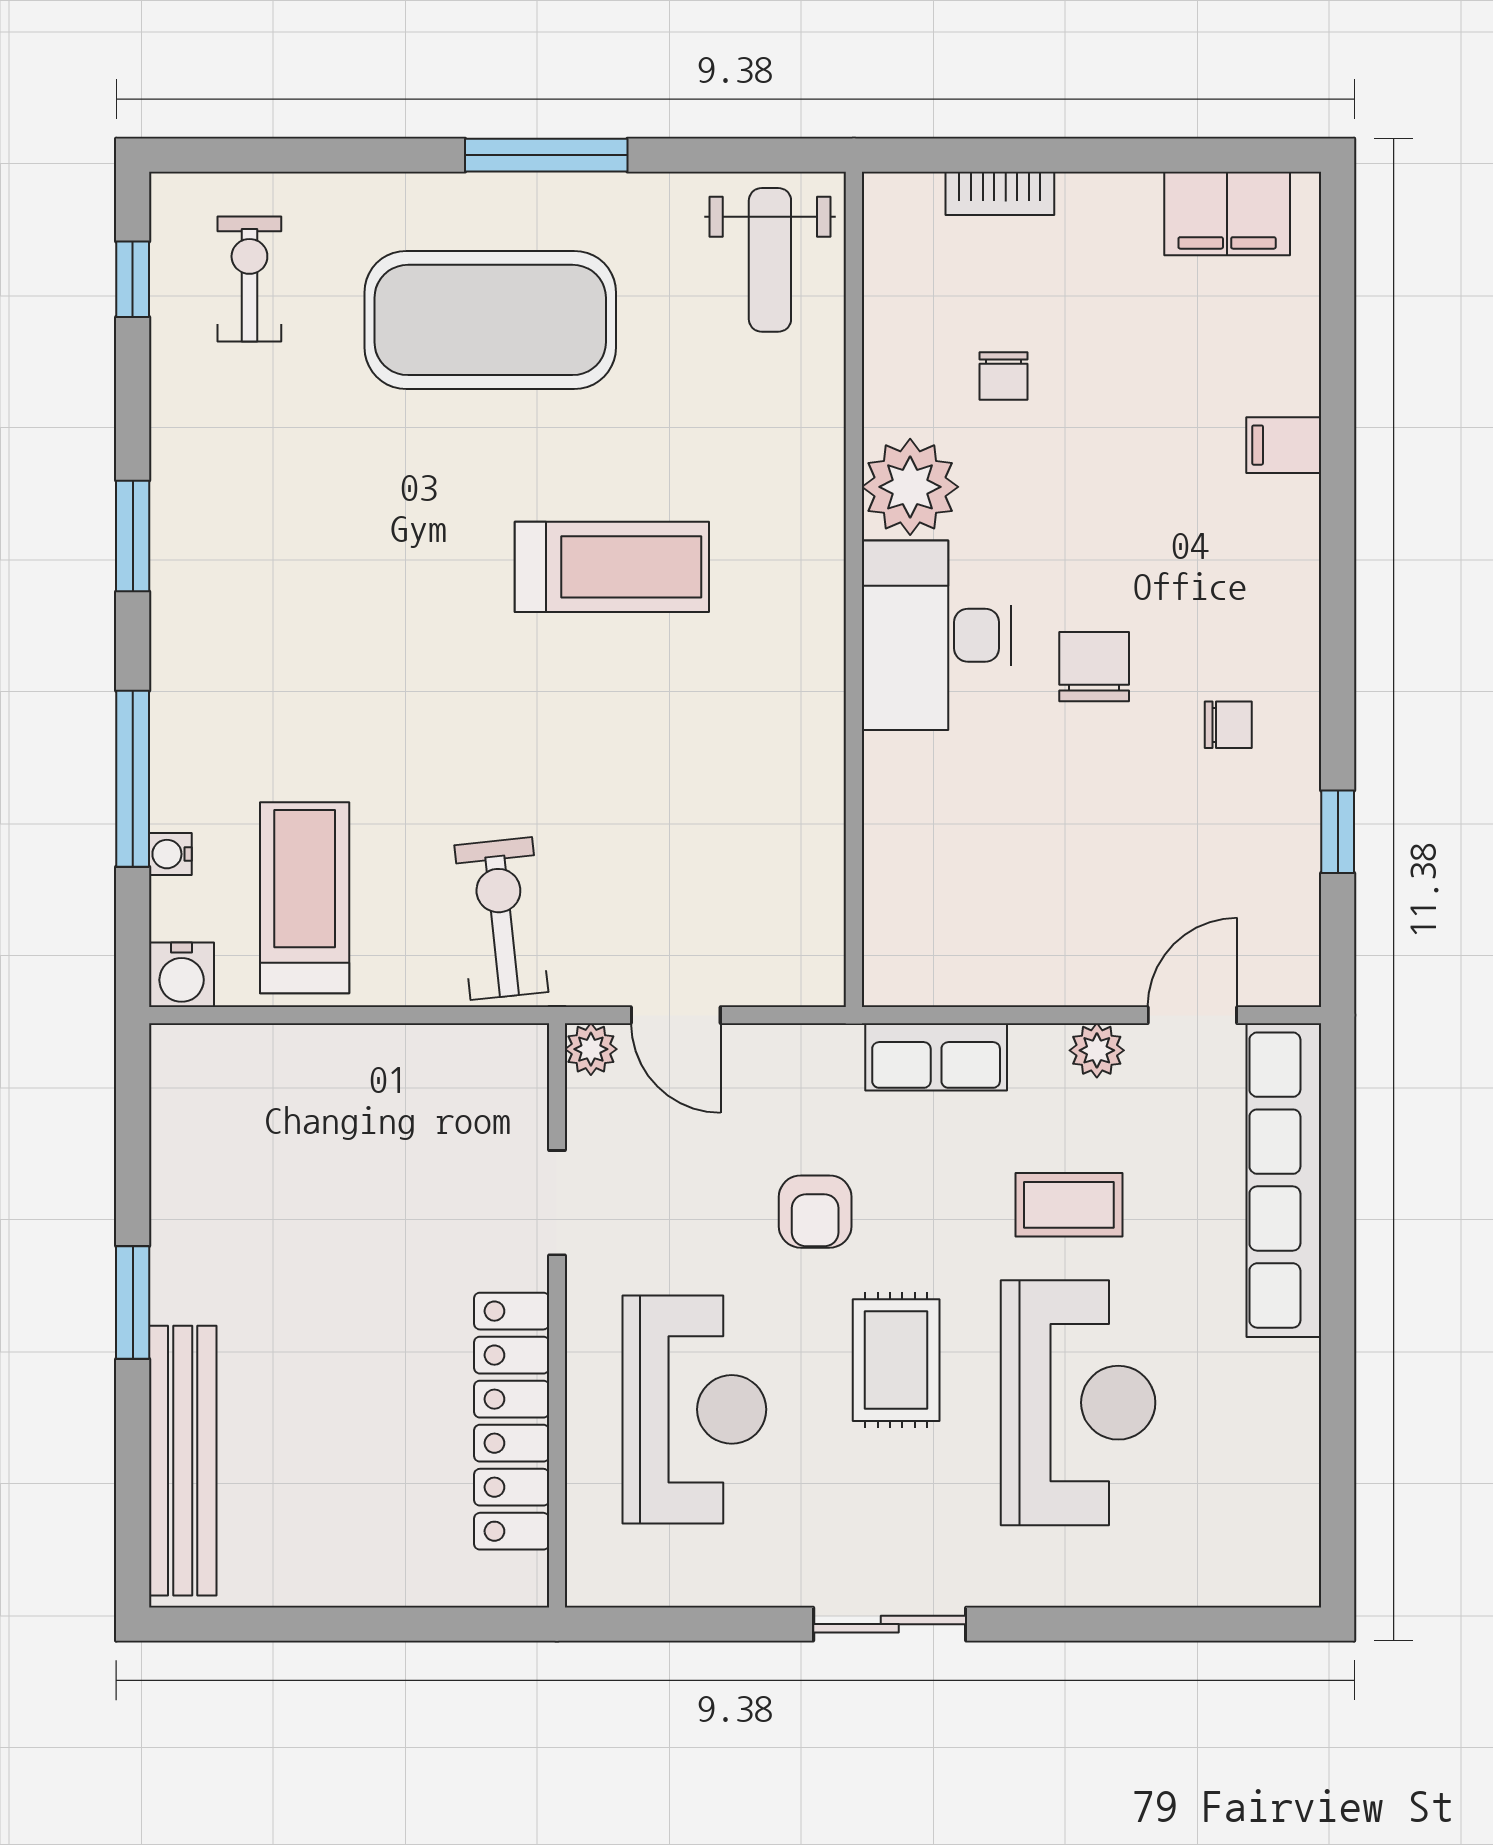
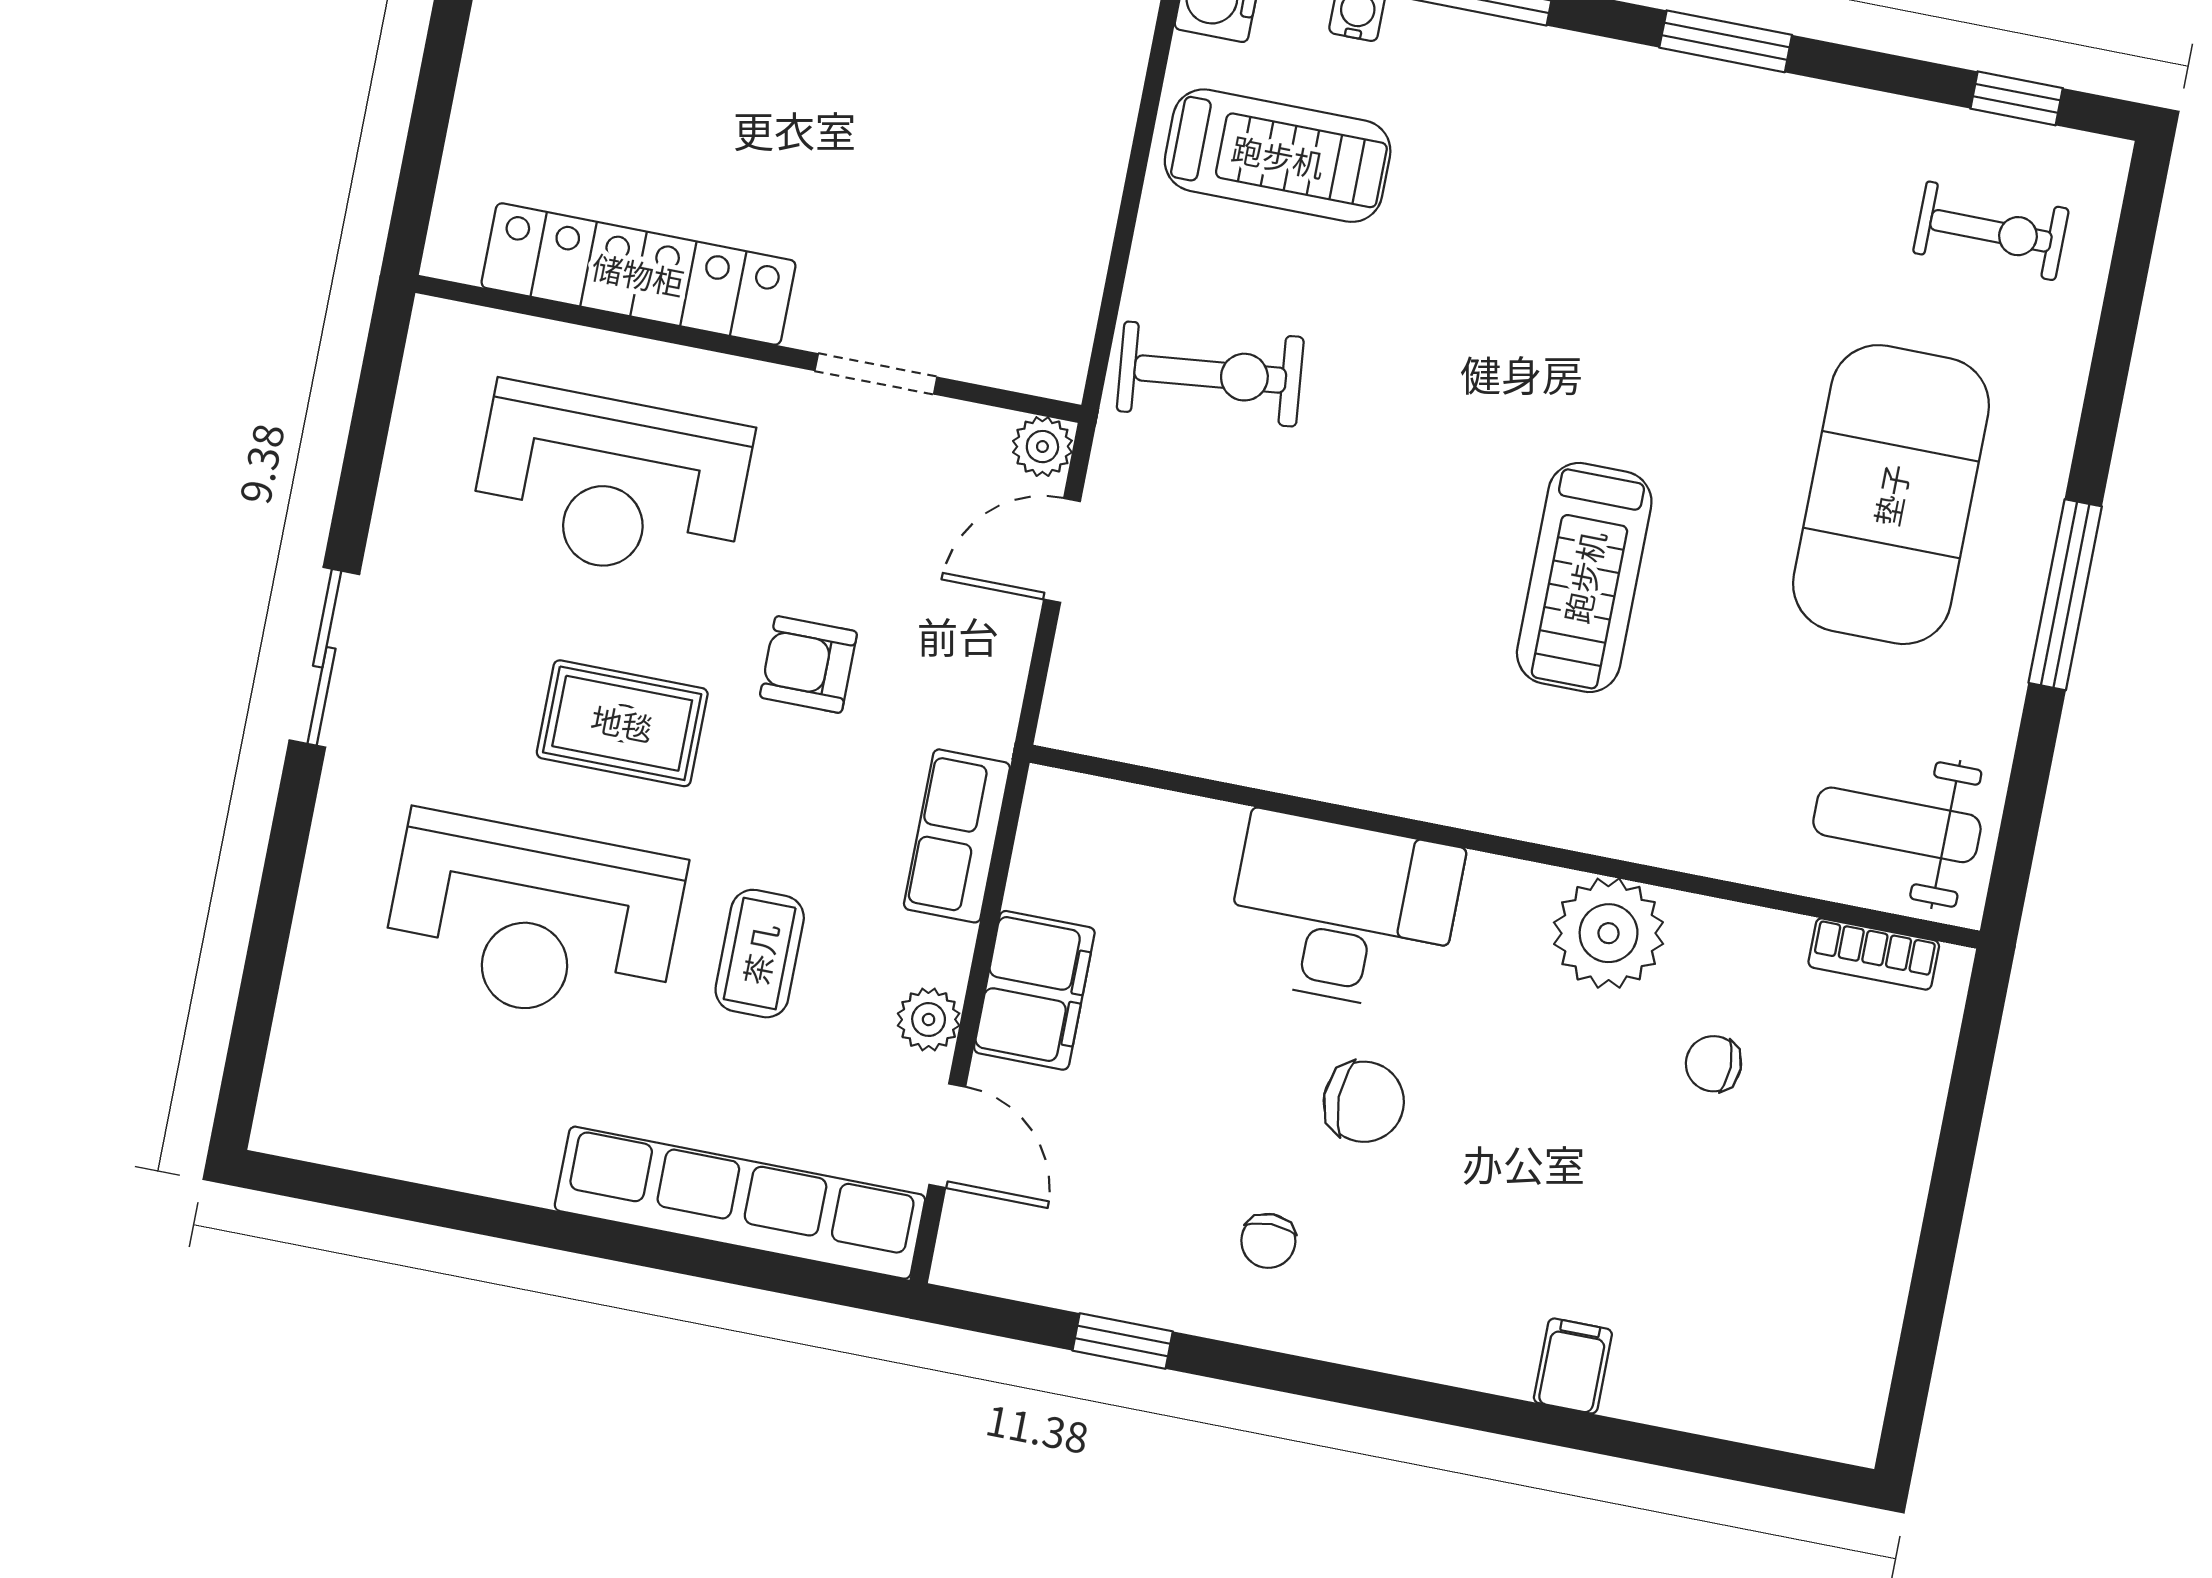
bookcase: (1000, 193) -> (1874, 954), moved, turned -90
filing cabinet: (1227, 214) -> (1034, 990), moved, turned 180
desk: (936, 635) -> (1343, 912), moved

